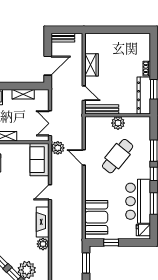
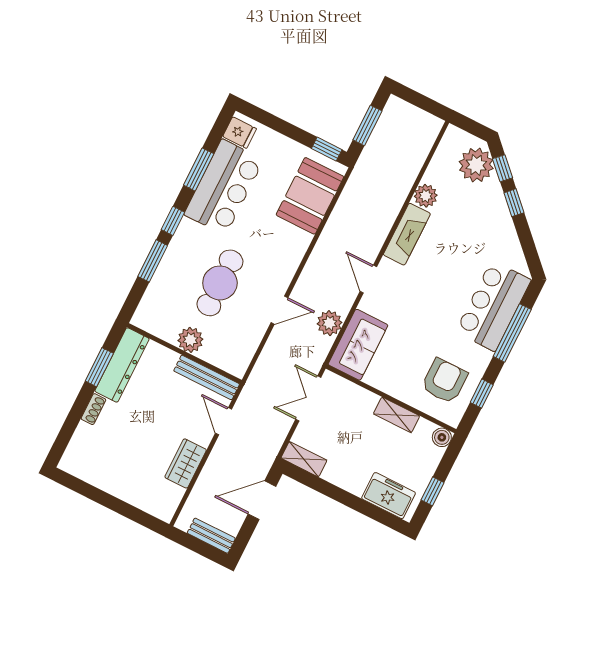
shelving: (23, 94) -> (304, 459), moved
double door: (50, 123) -> (308, 398), swing flipped
plant: (58, 148) -> (330, 323), moved
cafe table: (118, 156) -> (220, 283), turned -39
door: (84, 157) -> (279, 310), hinge flipped
door: (50, 192) -> (368, 279), swing flipped
window: (111, 243) -> (327, 149), moved

